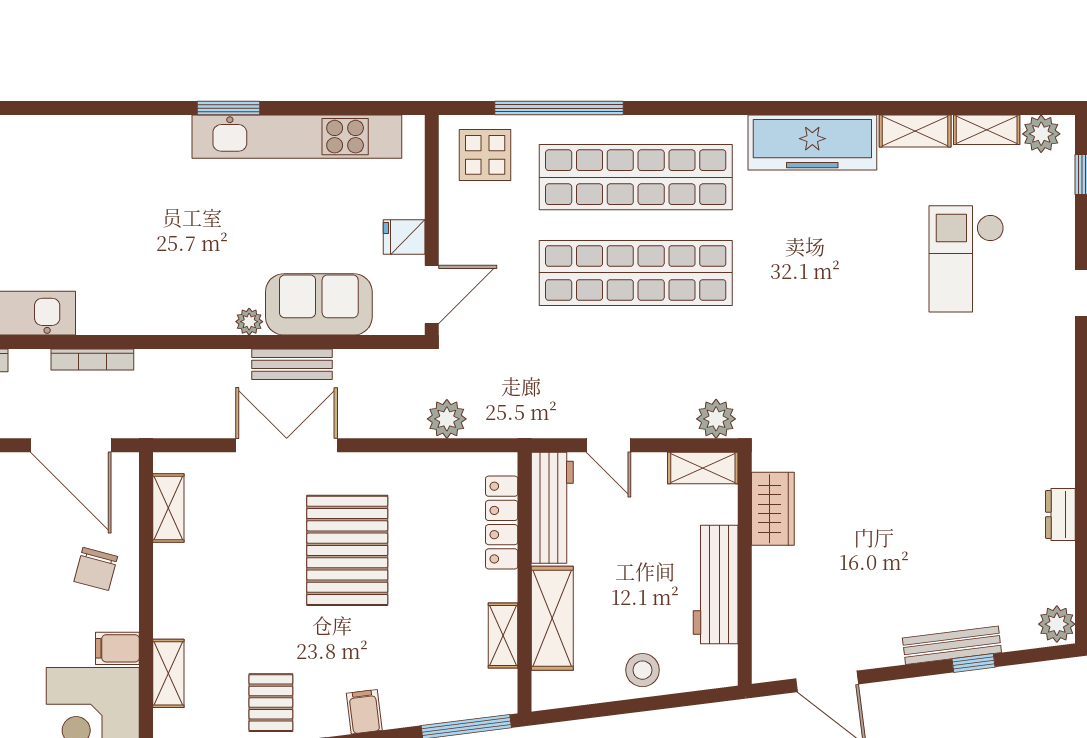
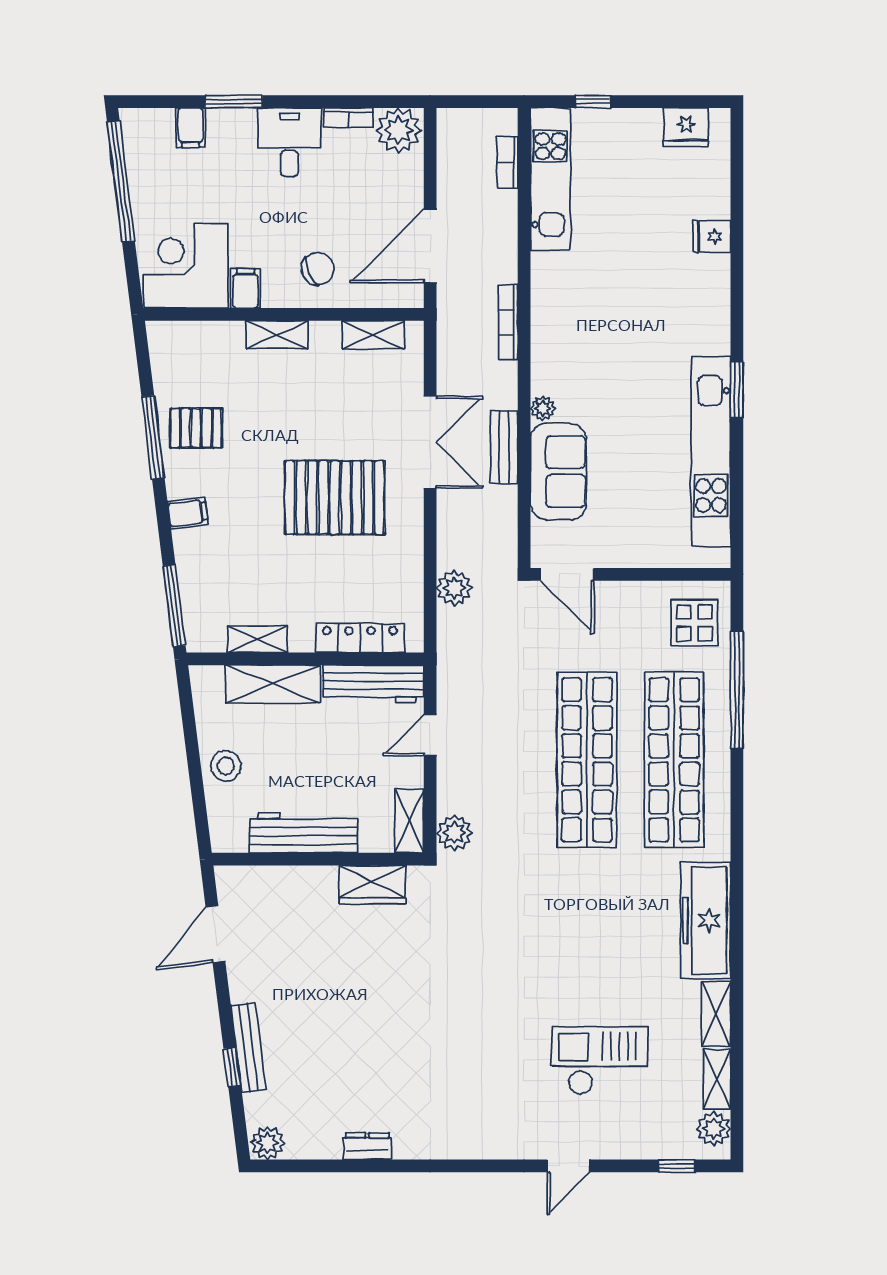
fridge: (404, 237) -> (712, 236), moved, turned -90
bookcase: (92, 360) -> (508, 322), moved
chair: (96, 569) -> (318, 269), turned 141
shelving: (168, 673) -> (277, 335), moved

